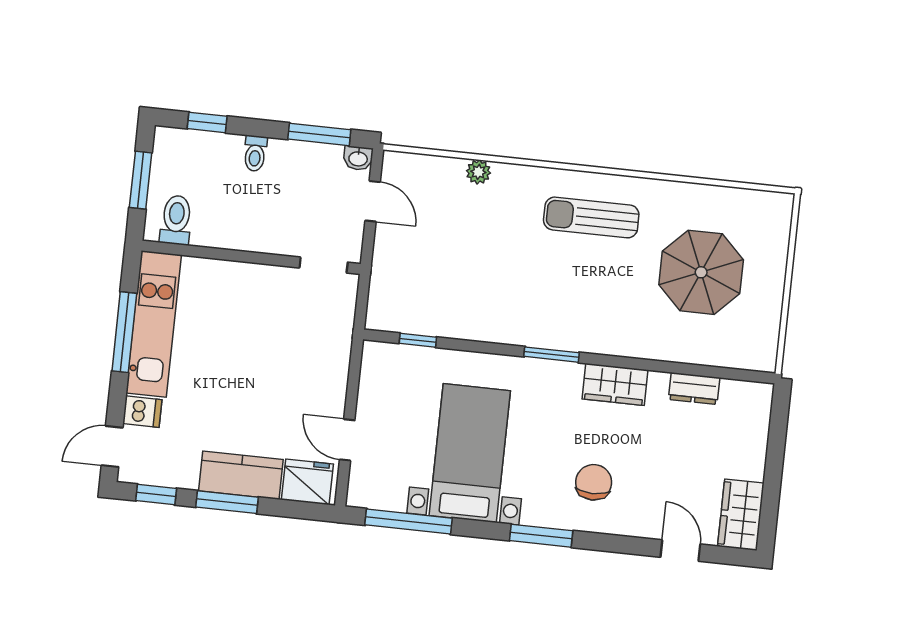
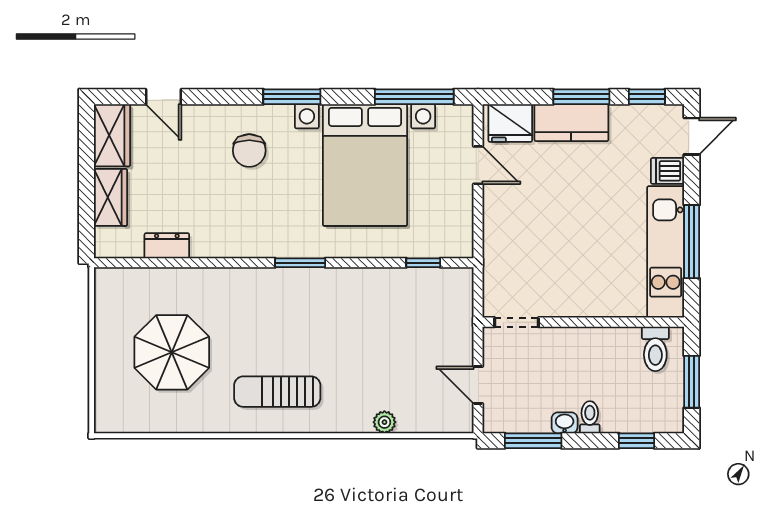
washbasin: (358, 158) -> (565, 423), moved
sun lounger: (591, 217) -> (277, 392), turned 180
wardrobe: (615, 384) -> (110, 197), moved, turned 90
bed with nightstands: (470, 453) -> (365, 165), width x1.36

